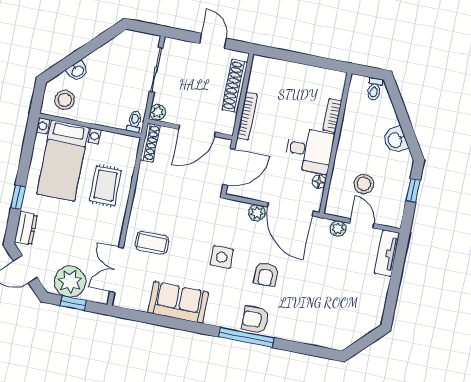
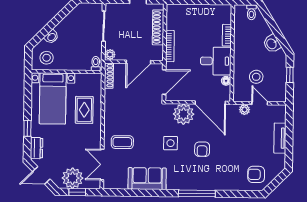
plant: (257, 213) -> (184, 114), width x1.87, depth x1.87
tv unit: (387, 253) -> (280, 138), moved
armchair: (255, 320) -> (256, 174), moved

